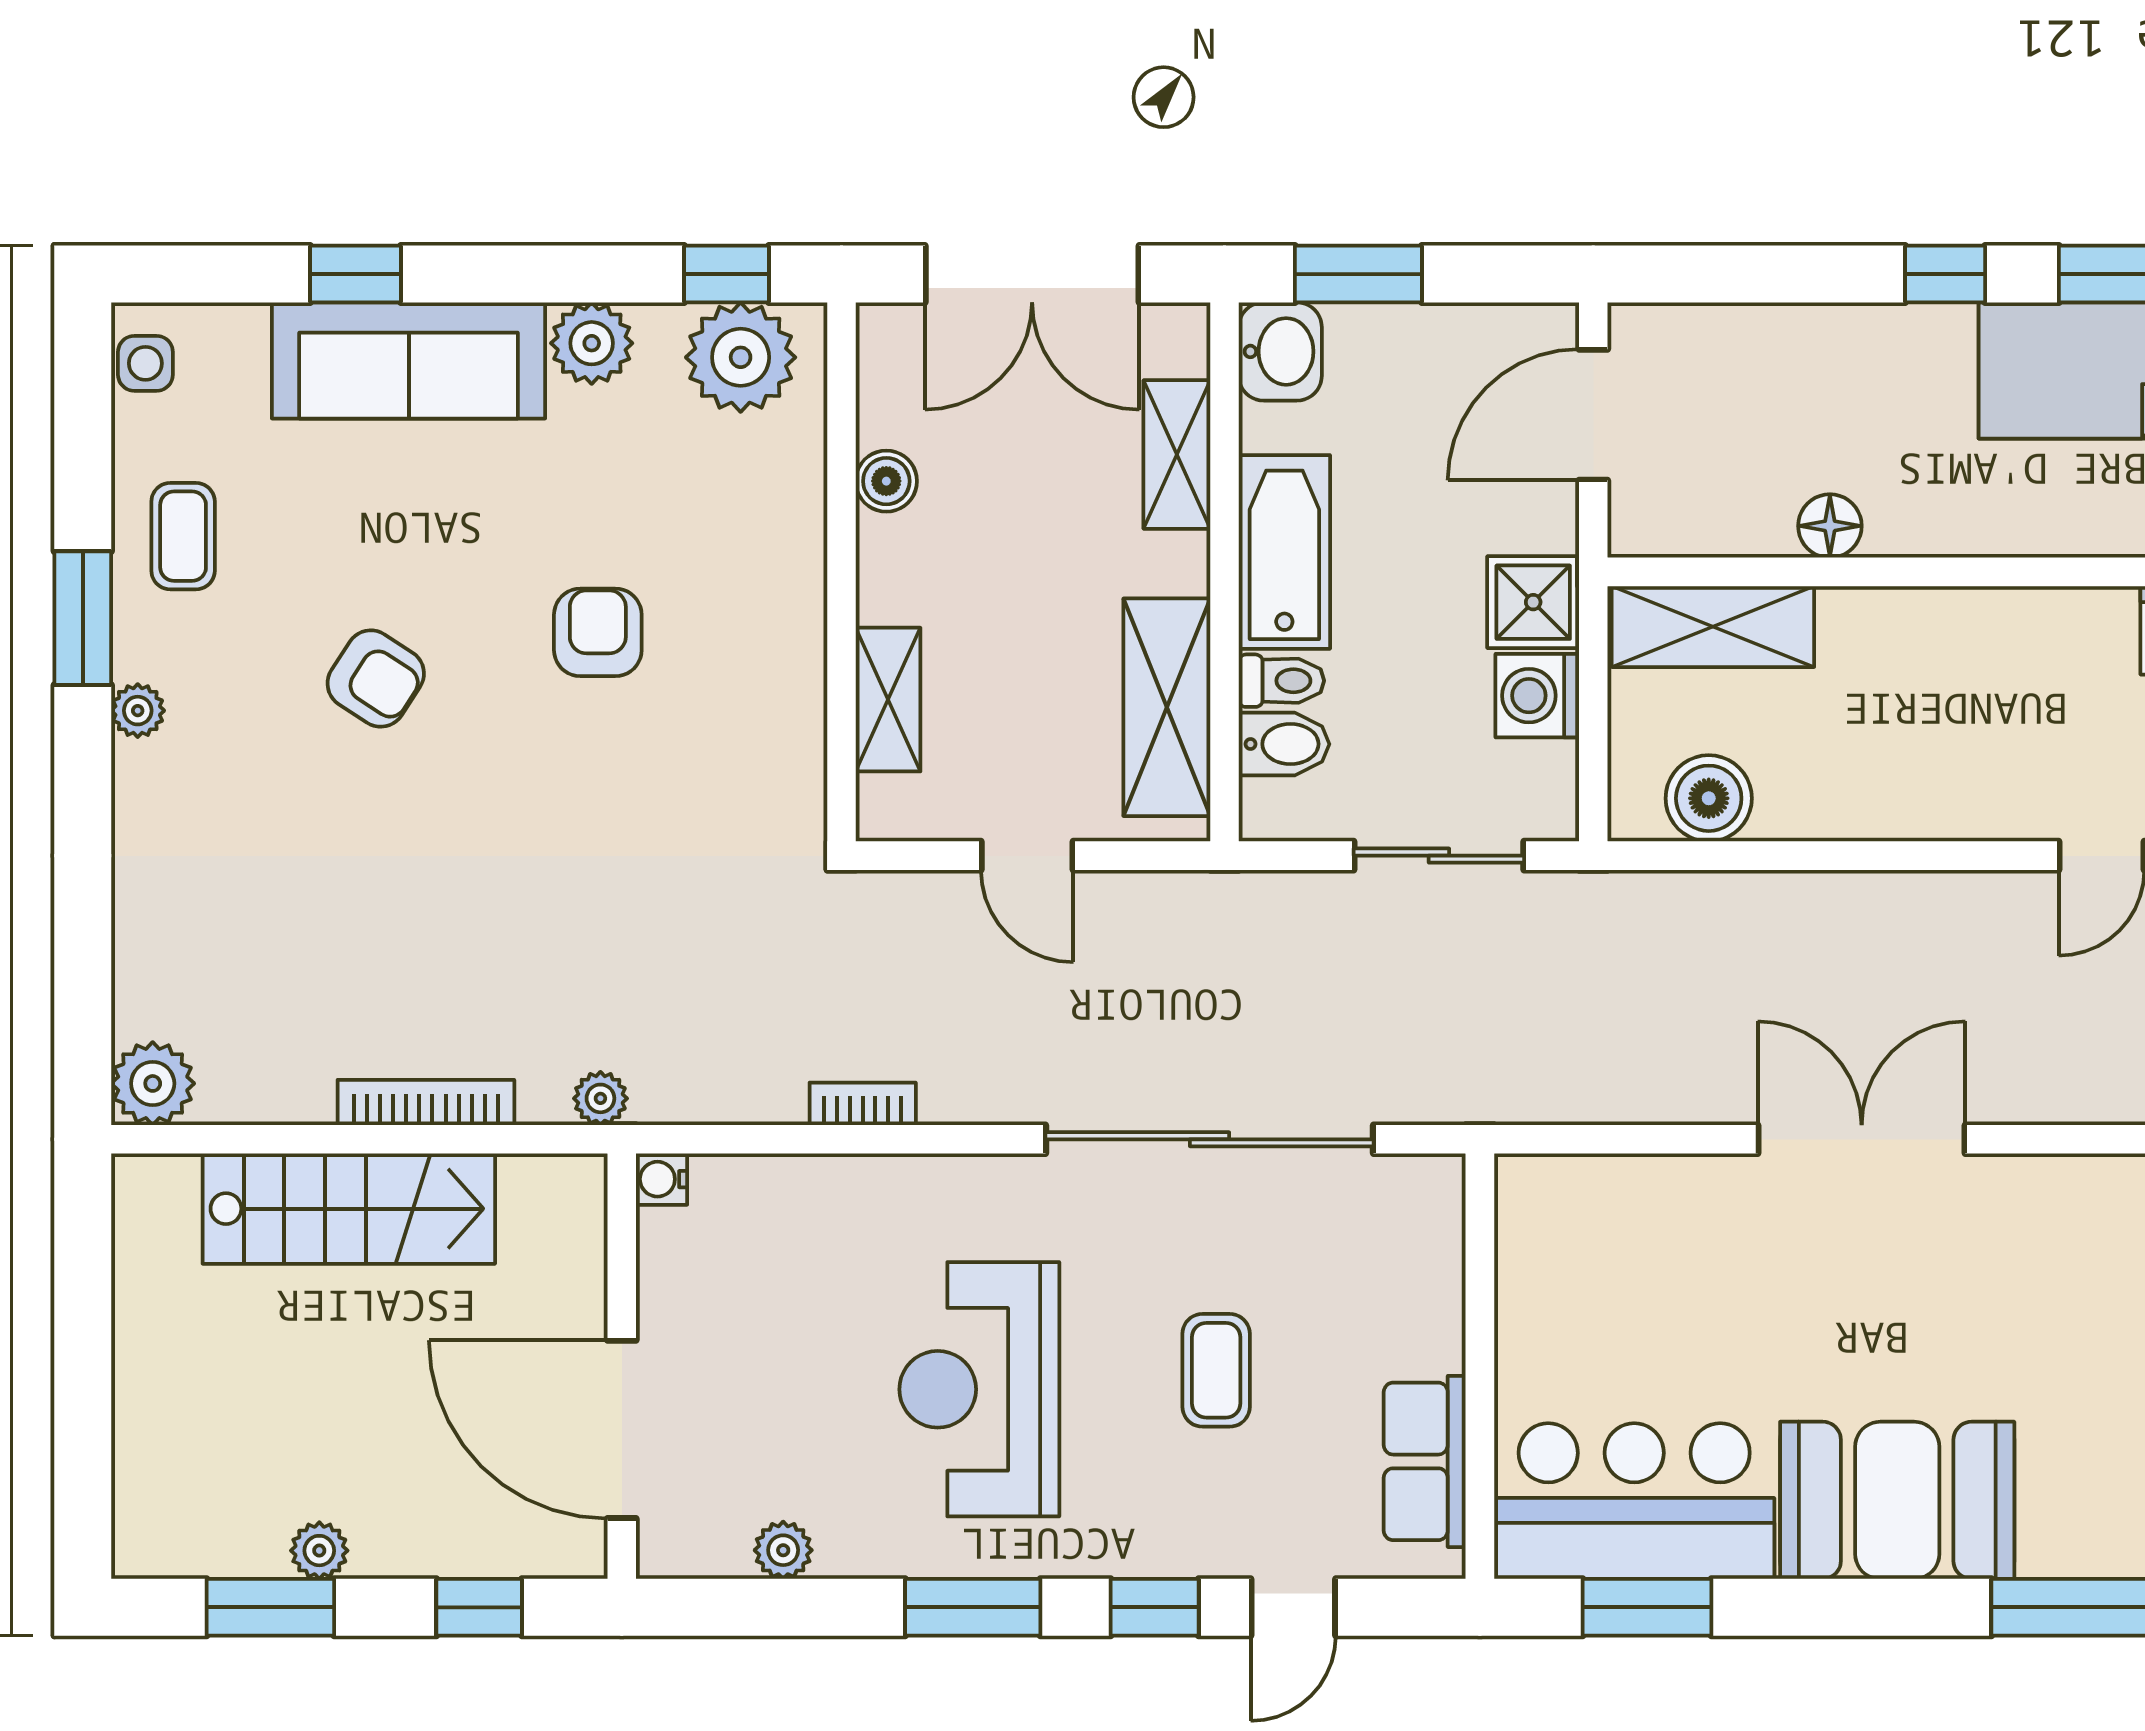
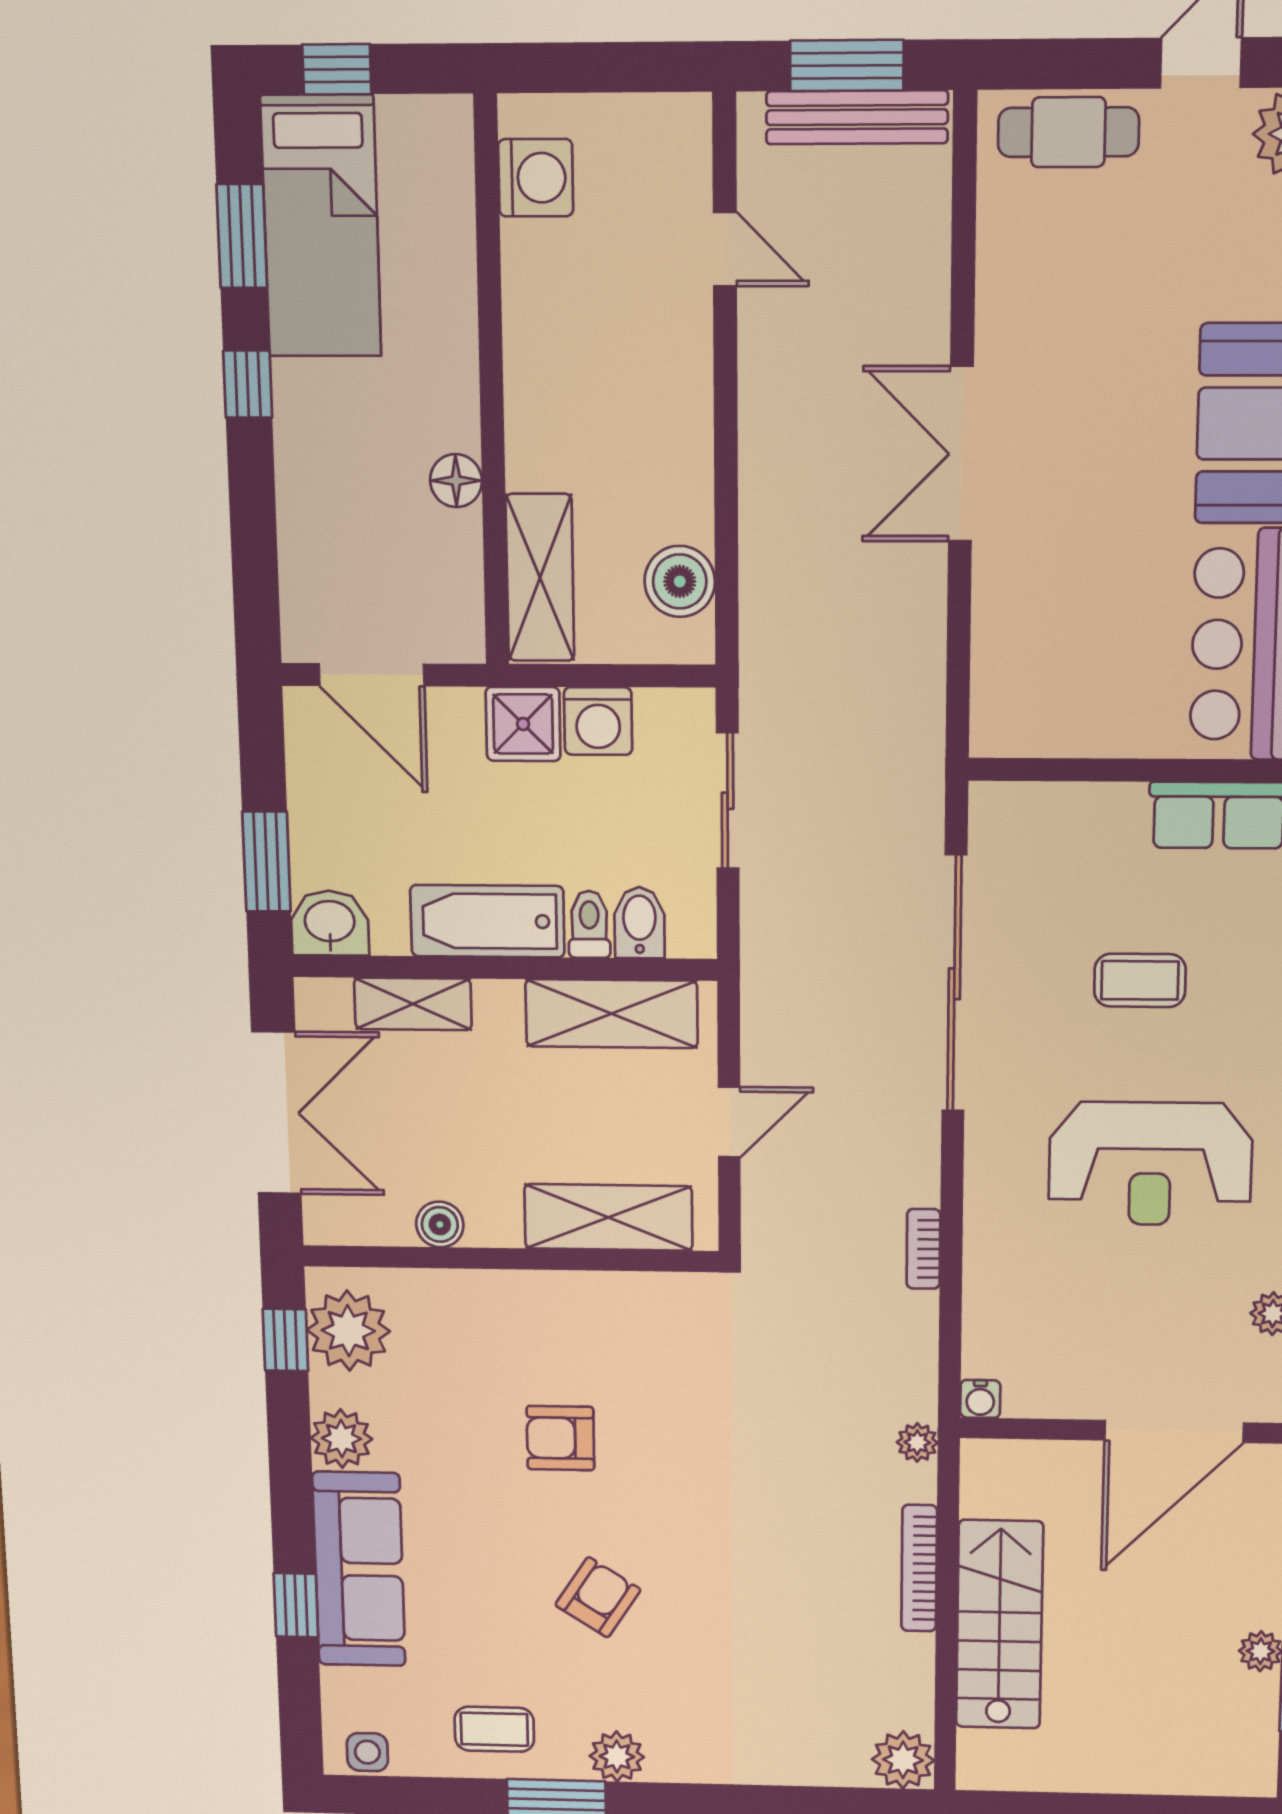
shelving: (888, 700) -> (608, 1217), width x1.50, depth x1.33
plant: (138, 711) -> (617, 1756), width x1.38, depth x1.38

